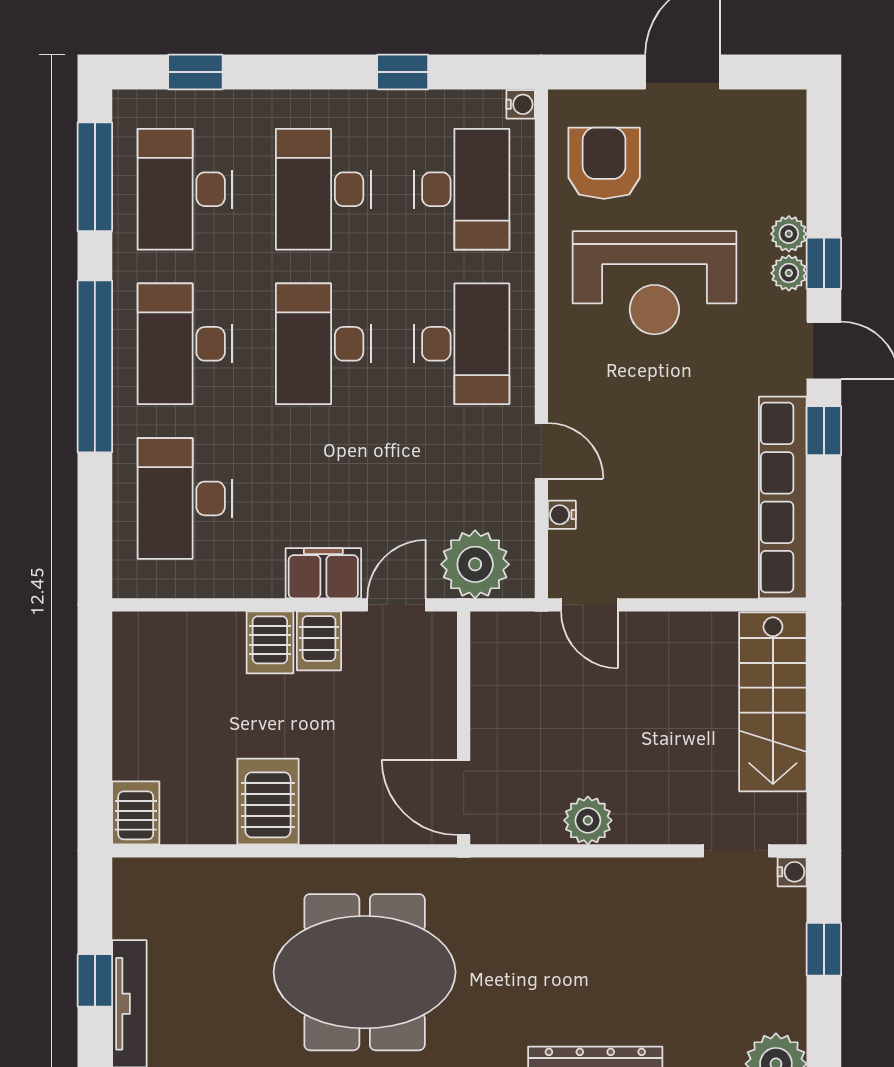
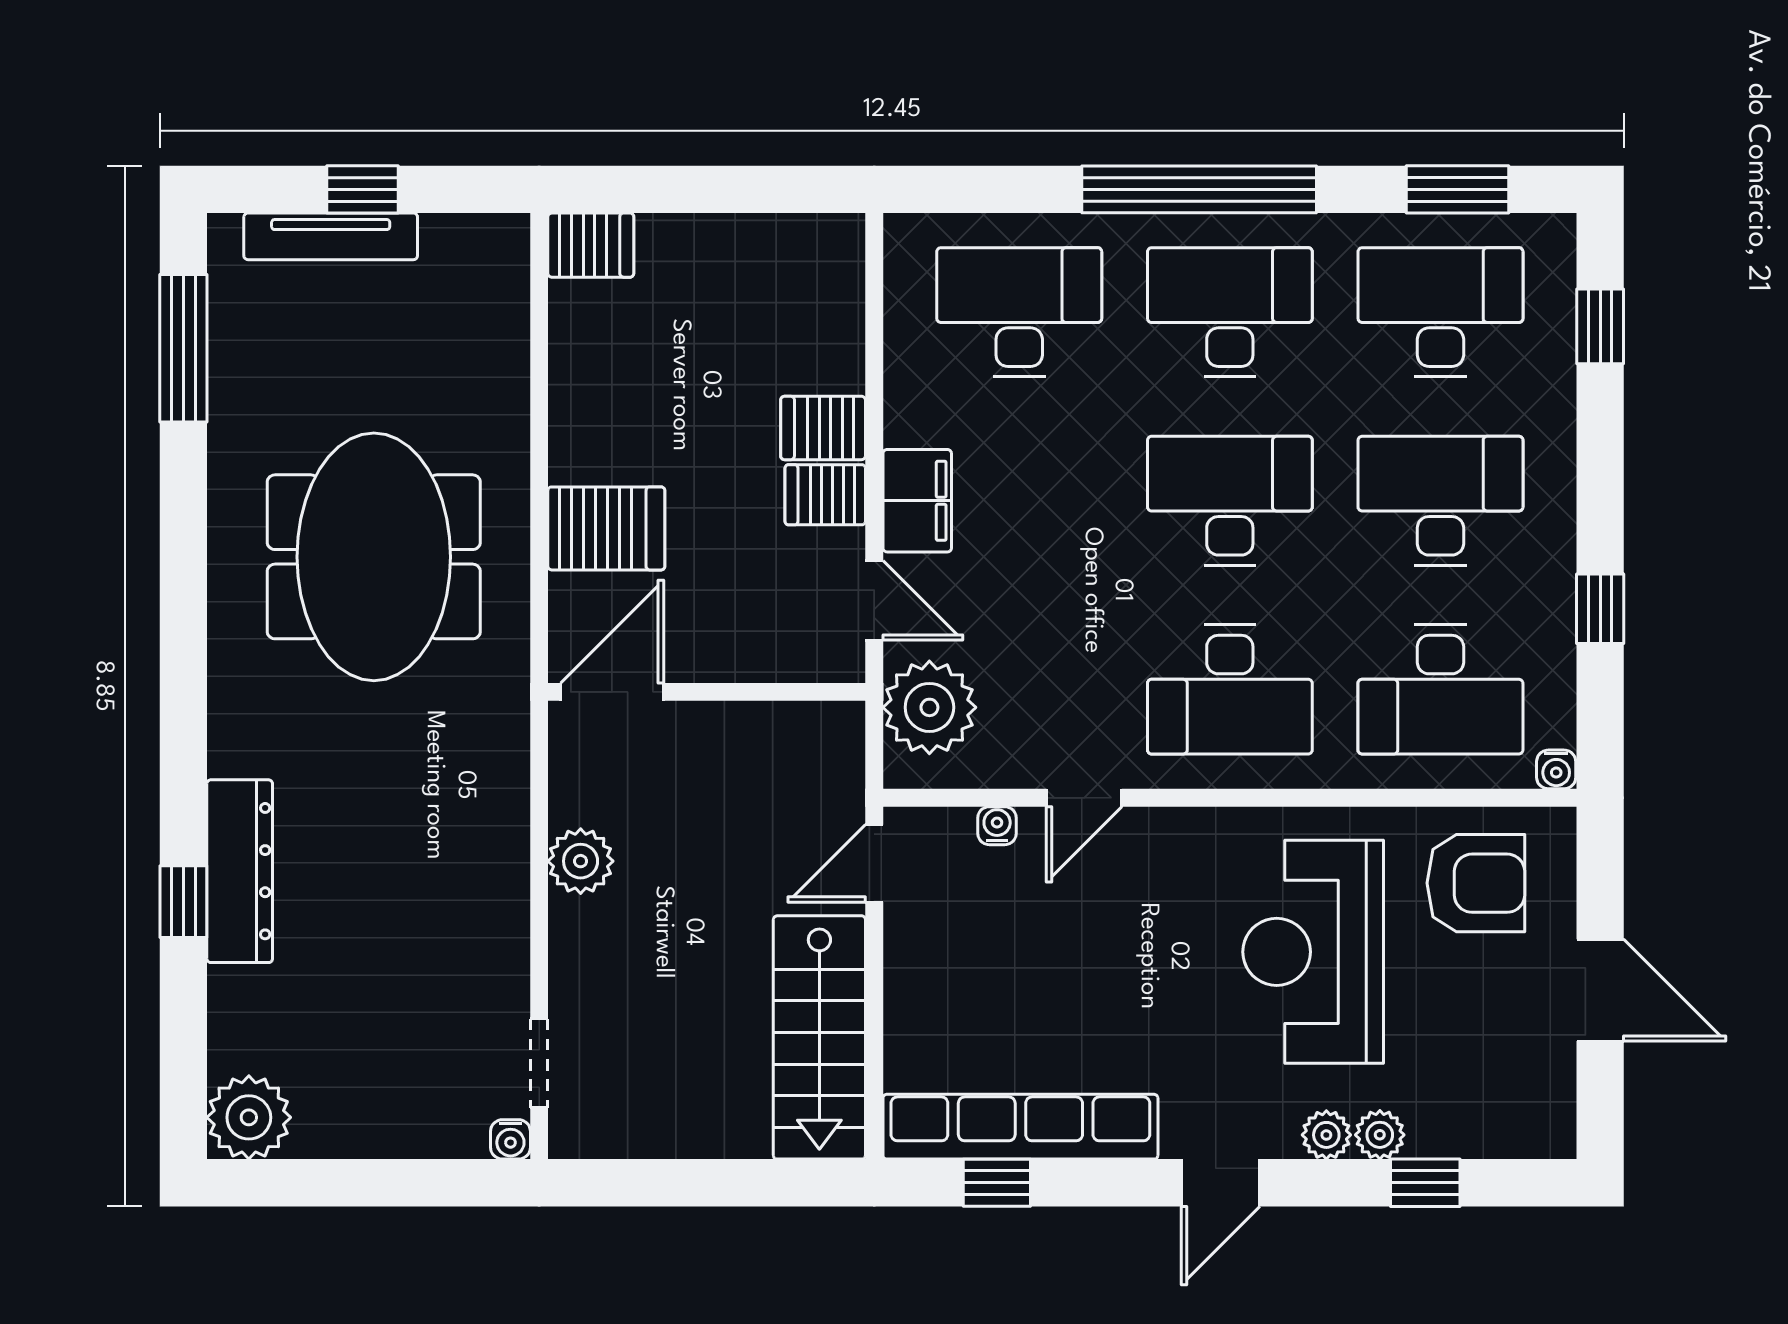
window: (95, 177) -> (1458, 189), width x0.69
window: (824, 263) -> (1425, 1183), moved
window: (824, 431) -> (997, 1183), moved
stairs: (773, 702) -> (819, 1037), moved, turned -90
server rack: (268, 801) -> (606, 528), moved
window: (824, 949) -> (405, 1183), removed

